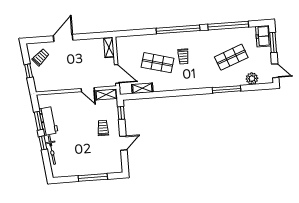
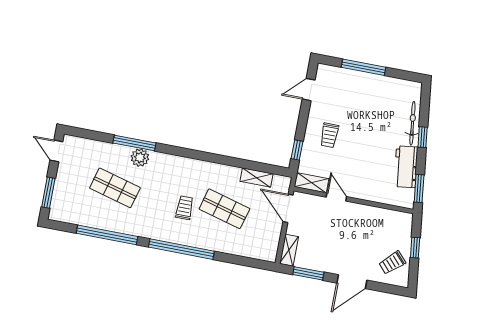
window: (93, 36) -> (308, 273), added
freezer: (263, 36) -> (60, 206), removed
shop shelf: (231, 57) -> (115, 188), turned 36
plant: (252, 79) -> (140, 158), moved
window: (39, 121) -> (419, 188), moved
door: (123, 143) -> (309, 90), moved

